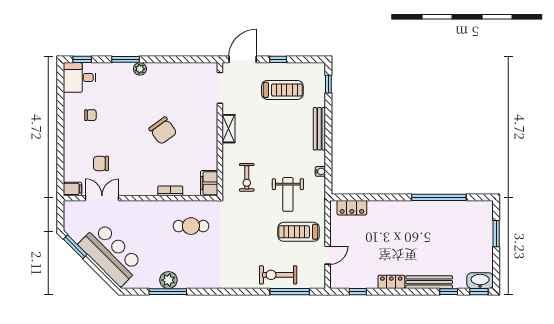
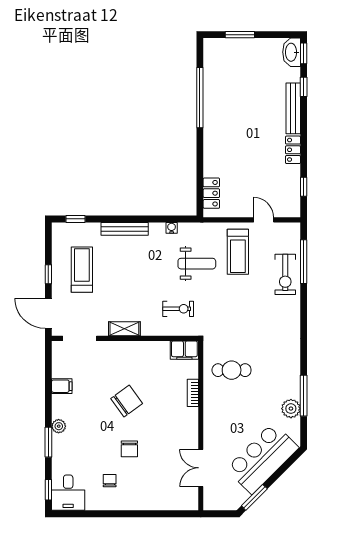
chair: (101, 163) -> (129, 449), moved
filing cabinet: (72, 189) -> (62, 386), moved, turned 90
cafe table: (191, 226) -> (232, 370), turned 90
plant: (168, 280) -> (291, 409), moved

